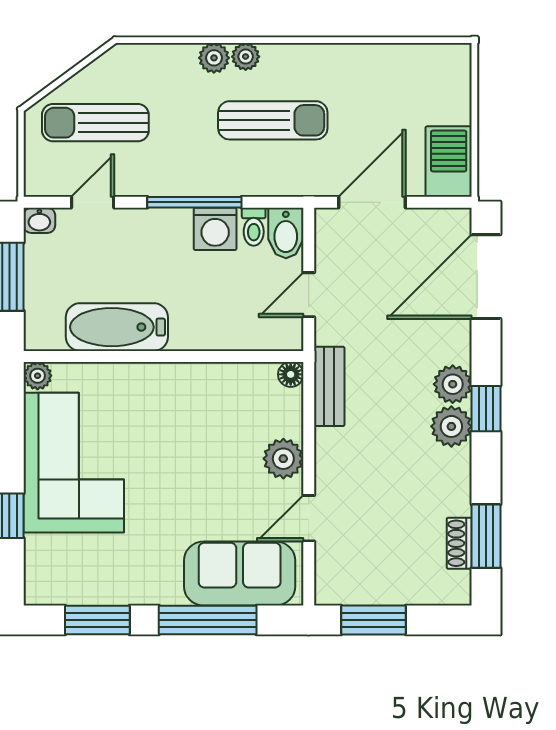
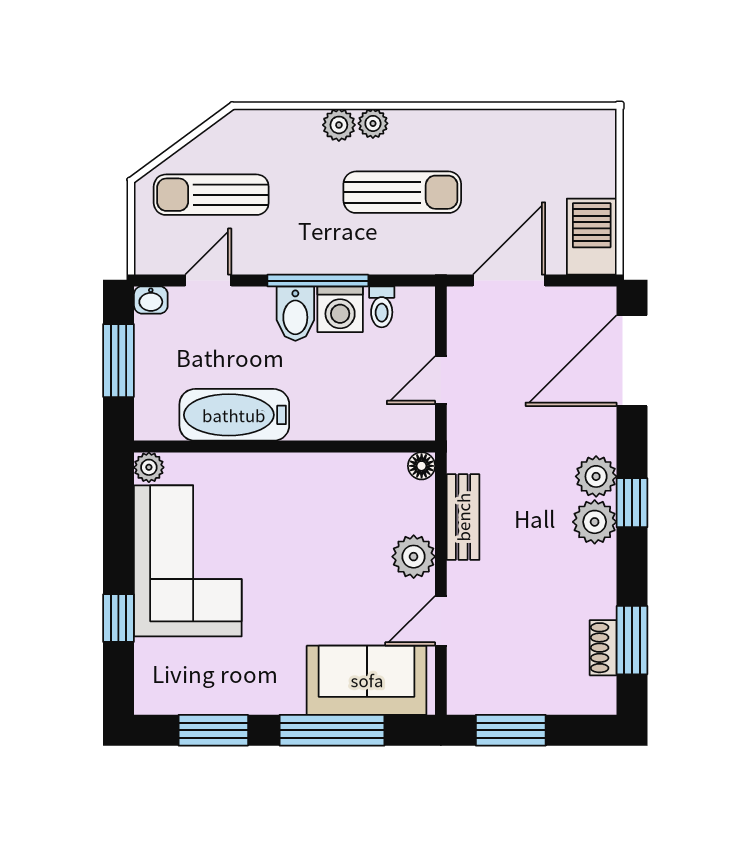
bidet: (286, 233) -> (295, 314), moved
bench: (329, 386) -> (463, 517), moved

